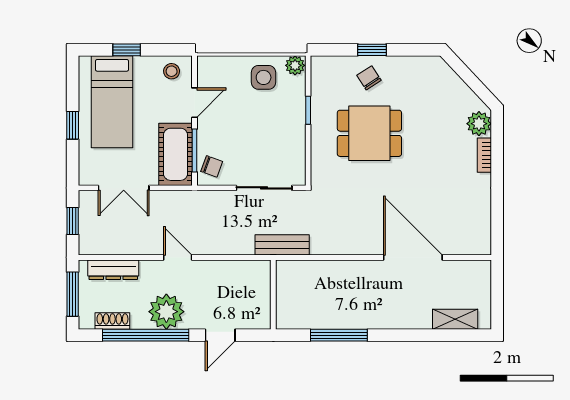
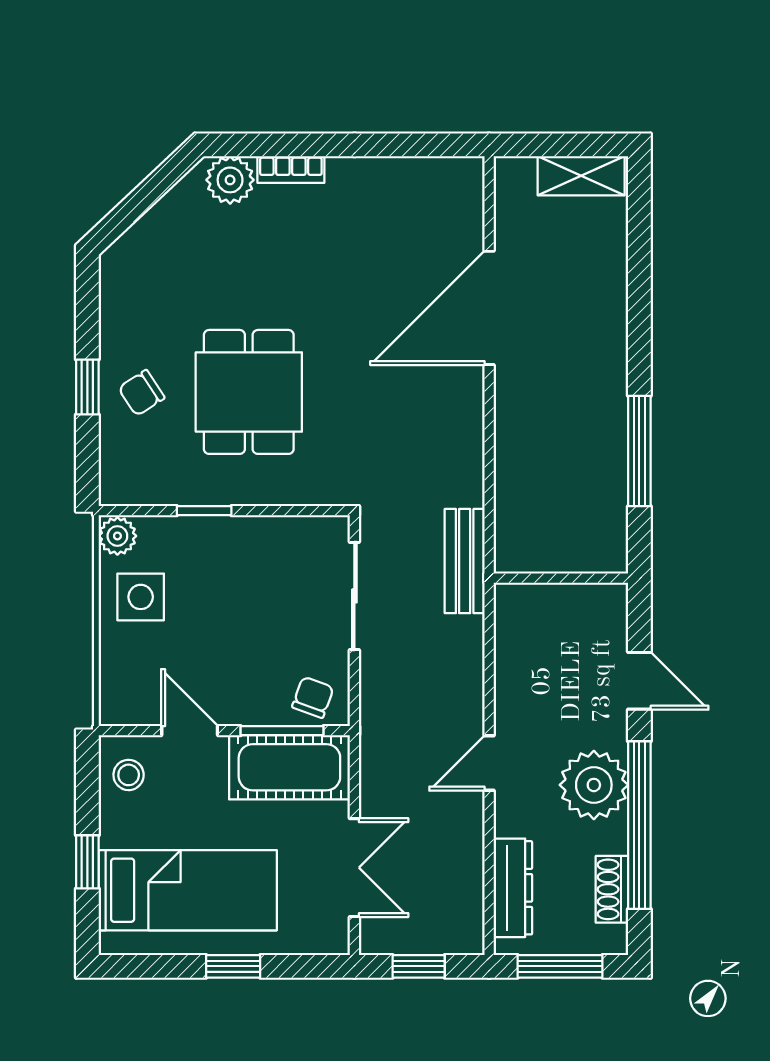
shelving: (455, 319) -> (581, 176), moved, turned 90

